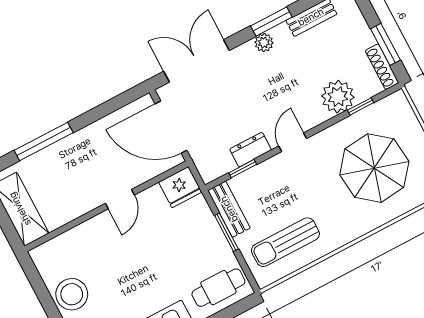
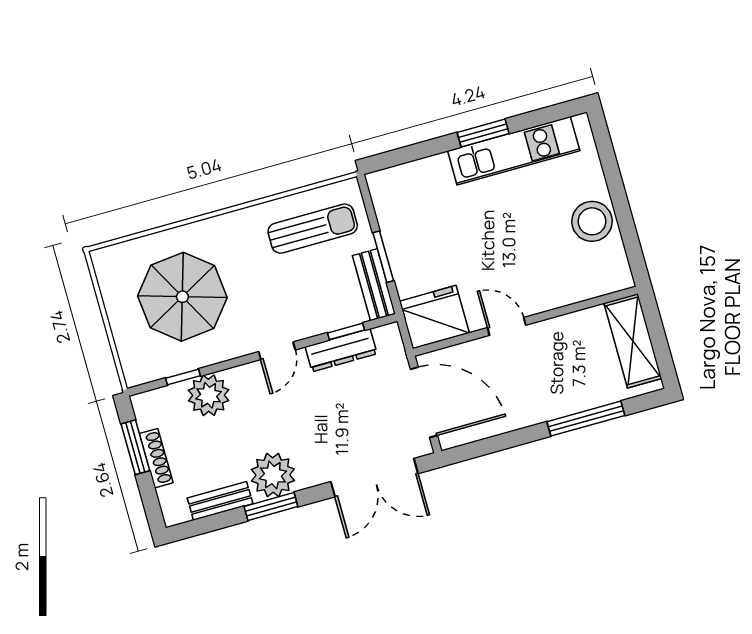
plant: (264, 43) -> (273, 475), width x1.87, depth x1.87
shoe rack: (382, 67) -> (156, 458), moved
dresser: (251, 150) -> (341, 350), width x1.44
fridge: (180, 187) -> (434, 317), width x1.36, depth x1.34
door: (120, 199) -> (507, 326), hinge flipped
cafe table: (218, 288) -> (408, 190), removed

